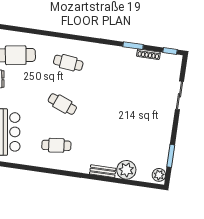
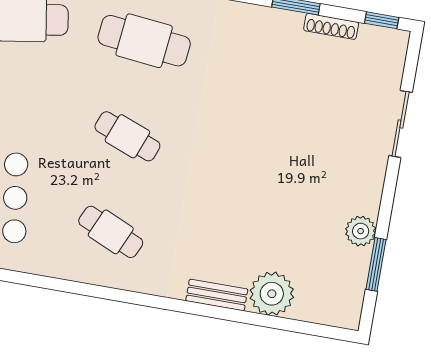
cafe table: (68, 63) -> (144, 41), width x1.37, depth x1.35
cafe table: (56, 145) -> (111, 232), turned 30
plant: (159, 175) -> (361, 231), moved

